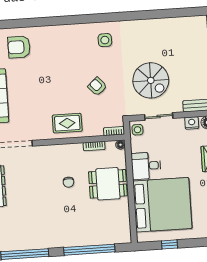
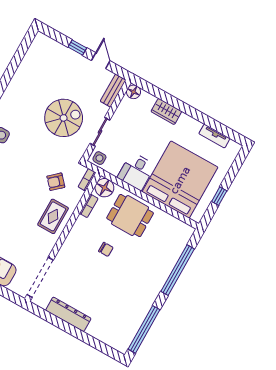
armchair: (97, 86) -> (56, 182), moved
nightstand: (192, 123) -> (125, 106), removed
floor lamp: (120, 145) -> (104, 188), width x1.89, depth x1.89
dining table: (108, 184) -> (130, 216), turned 90

